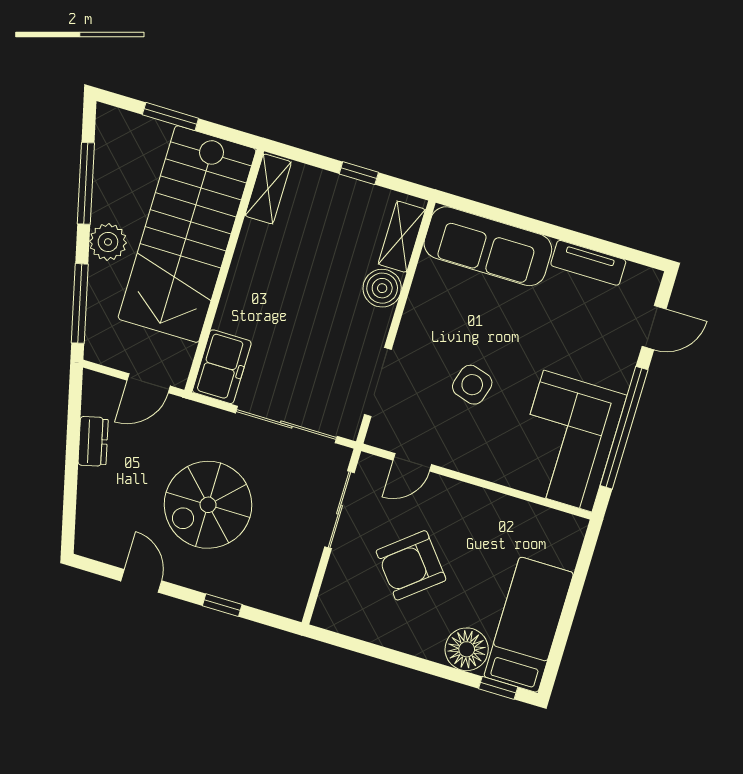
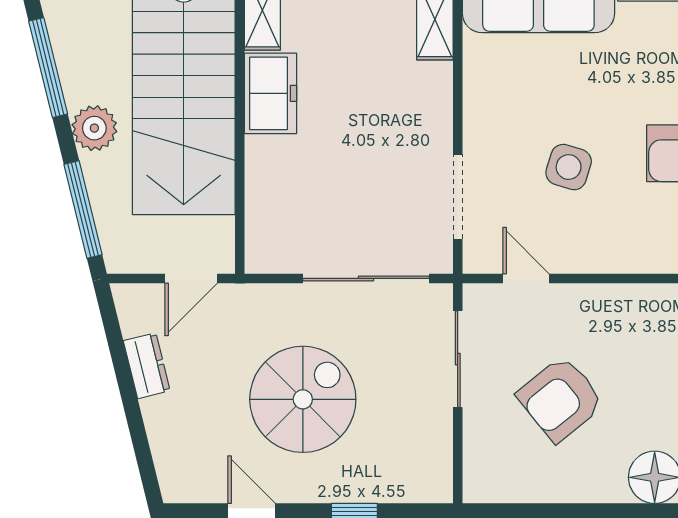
boiler: (382, 288) -> (430, 86), removed
freezer: (222, 367) -> (271, 93), moved
door: (412, 462) -> (526, 278), swing flipped
spiral stairs: (208, 505) -> (303, 399), turned 180

